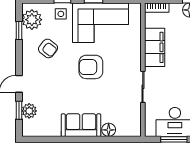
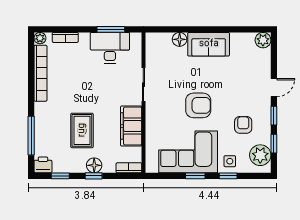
armchair: (48, 48) -> (243, 125), turned 52
window: (19, 110) -> (274, 116), moved
plant: (29, 111) -> (263, 40), moved

